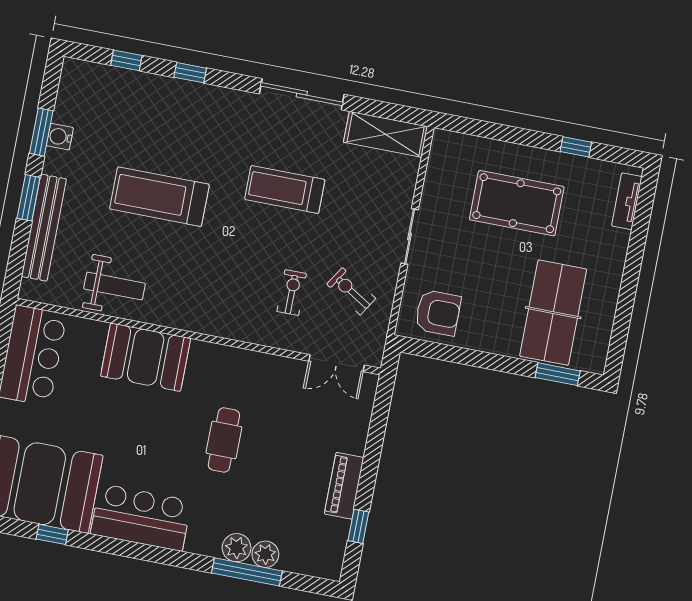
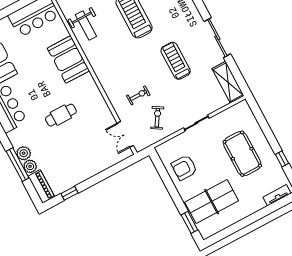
armchair: (438, 313) -> (184, 168), moved, turned 90
piano: (344, 486) -> (41, 186), moved, turned 90

